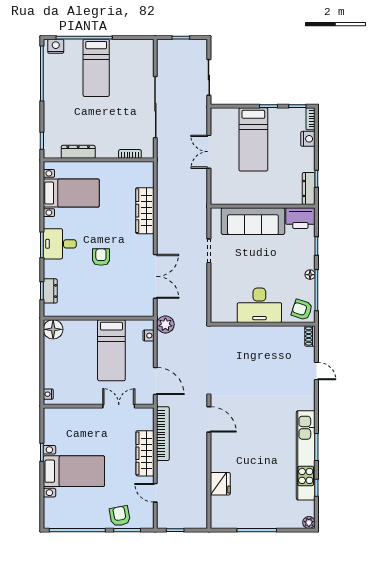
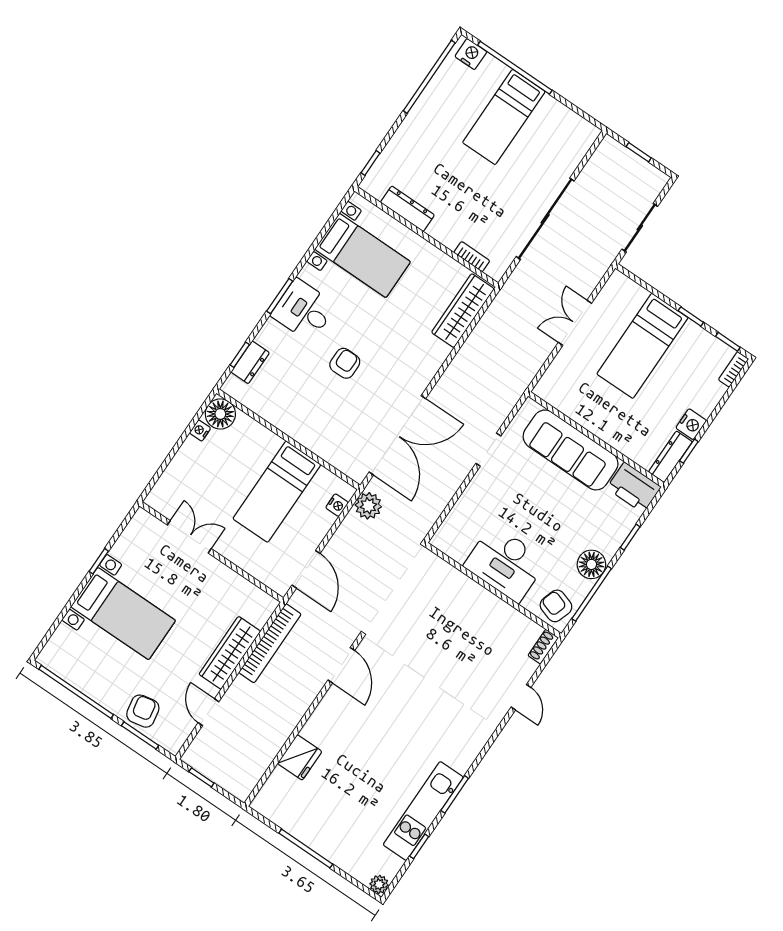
nightstand: (308, 139) -> (691, 424), moved
wardrobe: (145, 211) -> (463, 311), moved
floor lamp: (310, 275) -> (591, 564), width x1.89, depth x1.89
double door: (155, 276) -> (397, 435), width x1.36
nightstand: (48, 394) -> (200, 431), moved
double door: (119, 406) -> (189, 537), moved
kitchen unit: (306, 455) -> (423, 811), width x0.73

